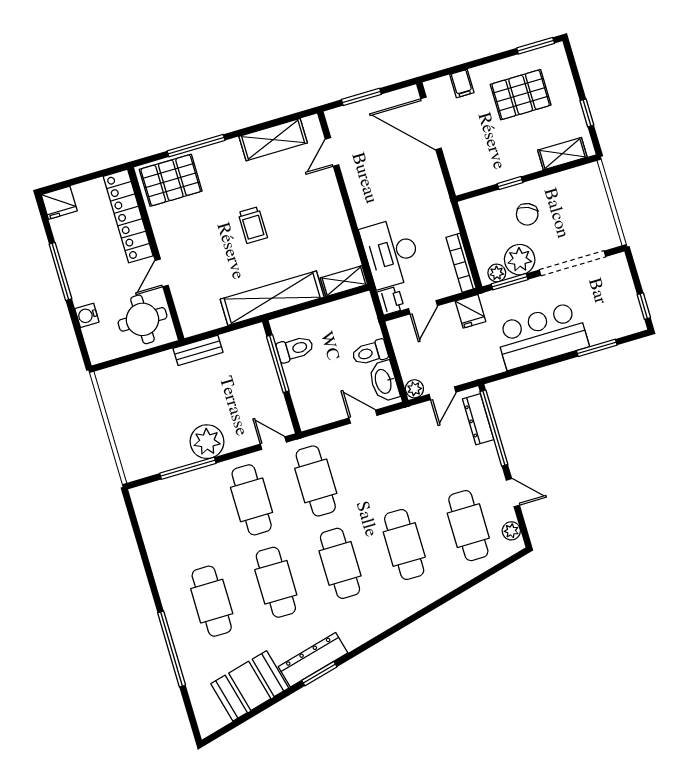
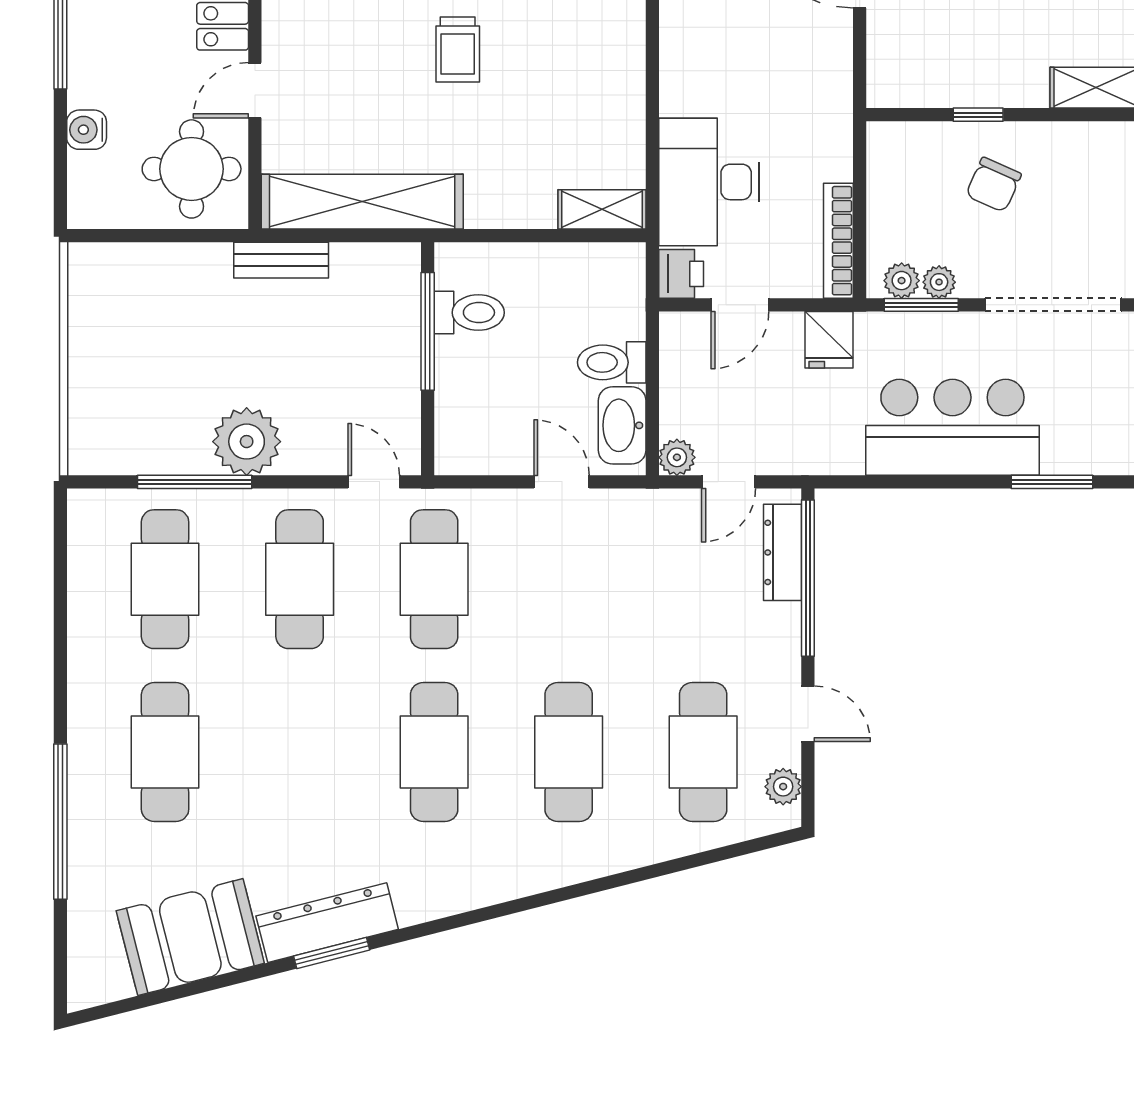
plant: (520, 260) -> (939, 282), width x0.53, depth x0.53
shelving: (272, 298) -> (362, 202), moved
cafe table: (276, 582) -> (165, 579), moved

